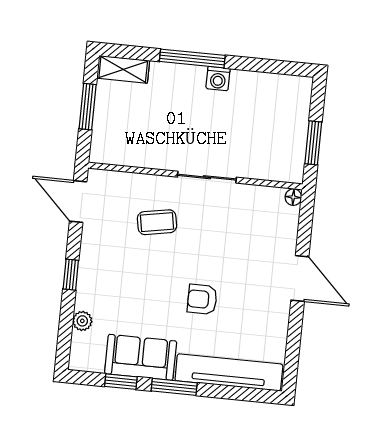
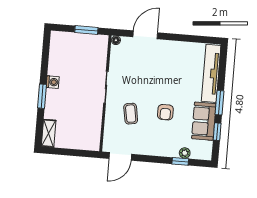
window: (192, 58) -> (42, 96), width x0.69
window: (88, 107) -> (69, 152), removed
window: (71, 275) -> (180, 161), moved
door: (300, 278) -> (145, 35), moved
armchair: (202, 299) -> (165, 112), moved

